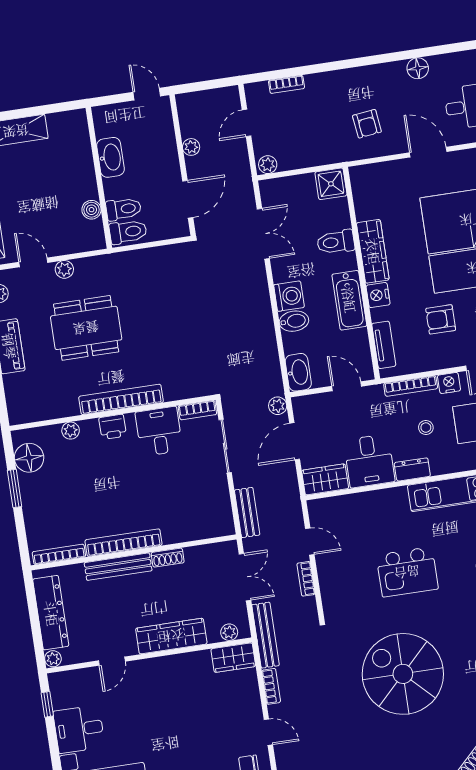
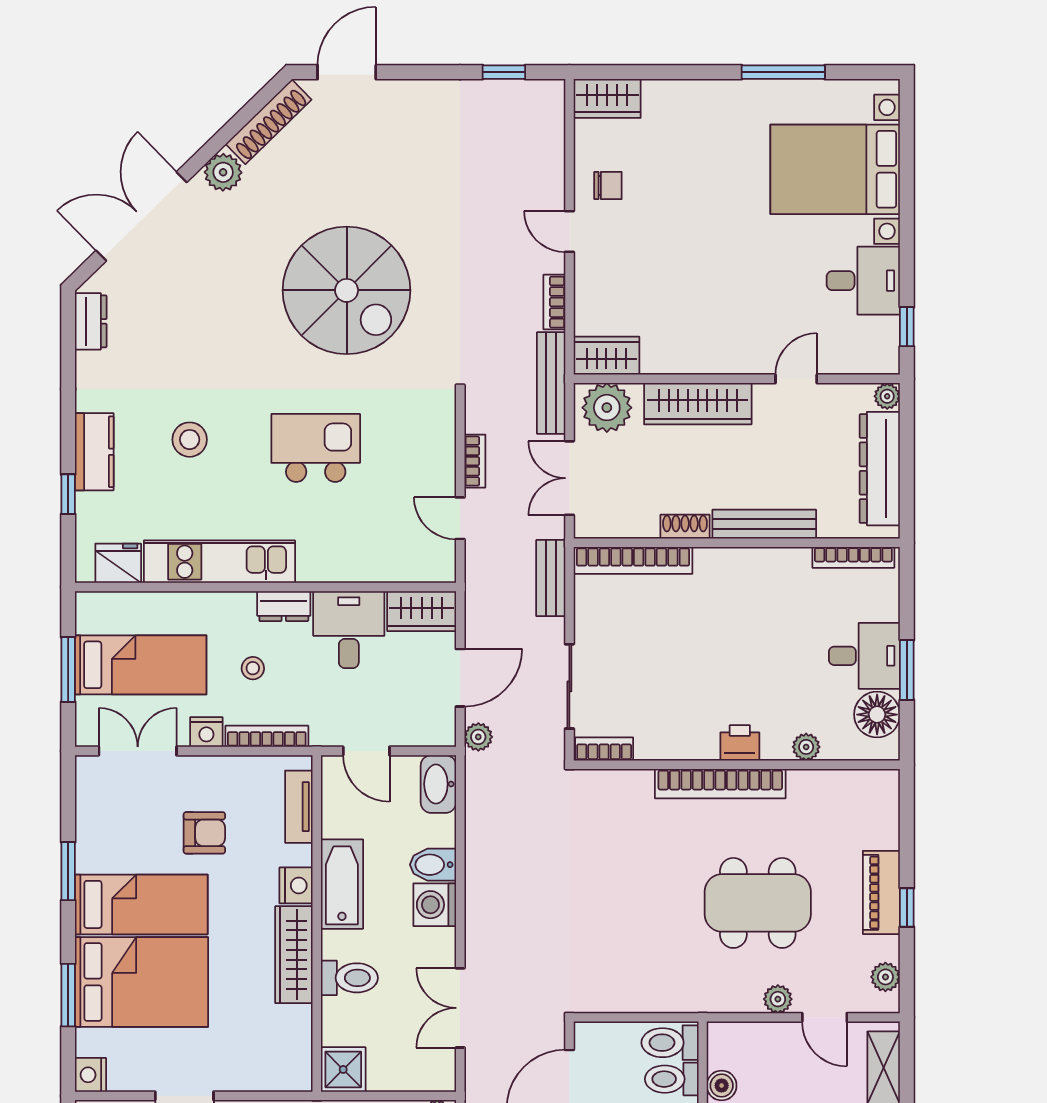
desk: (159, 431) -> (864, 656), moved, turned -90
bookcase: (123, 543) -> (633, 560), moved
plant: (229, 632) -> (607, 408), width x1.88, depth x1.88

